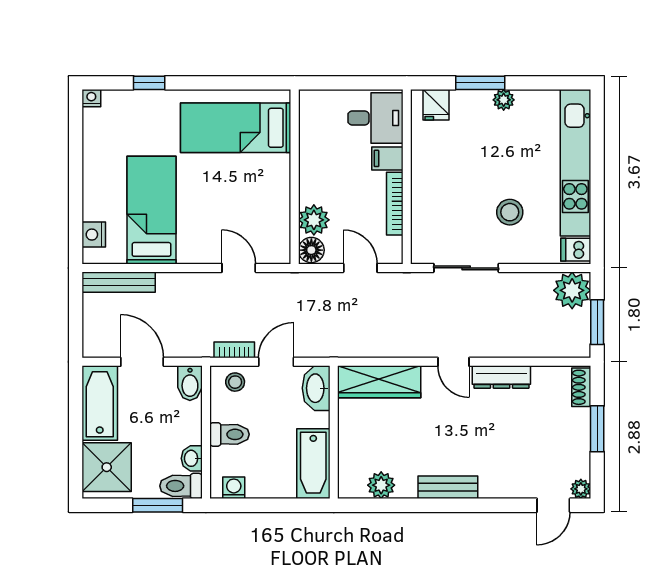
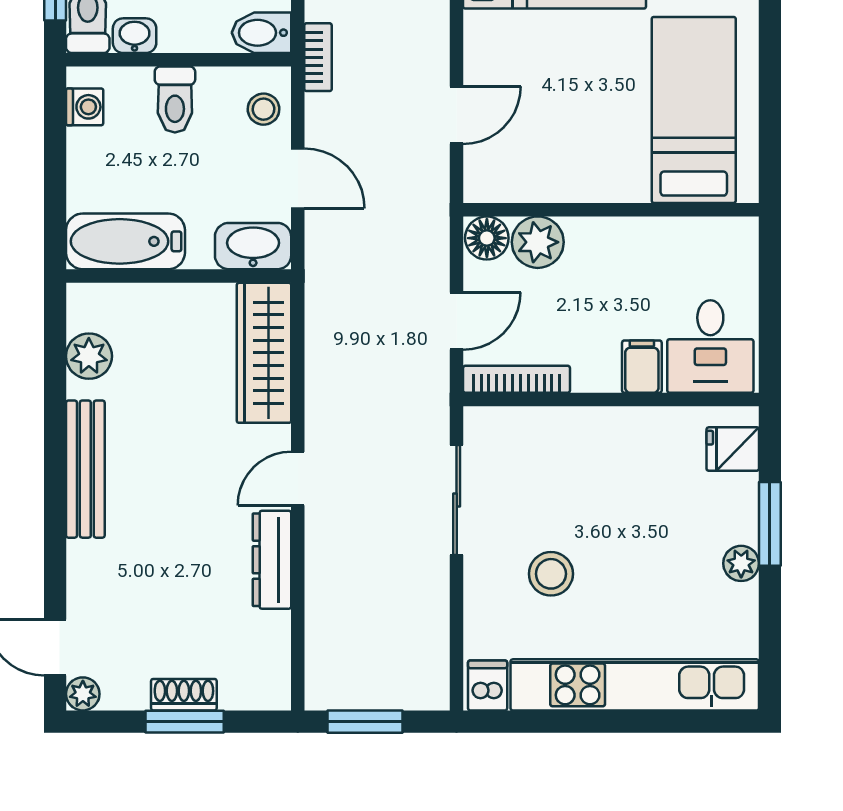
bookcase: (395, 204) -> (517, 379), moved
plant: (572, 290) -> (419, 679), removed
bookcase: (234, 350) -> (318, 57), moved
shoe rack: (581, 387) -> (184, 695), moved
bench: (448, 487) -> (85, 469), width x1.36

